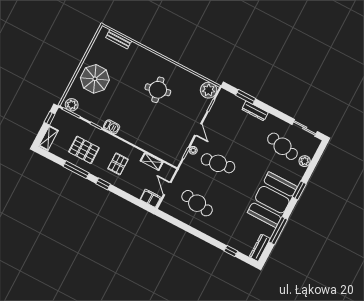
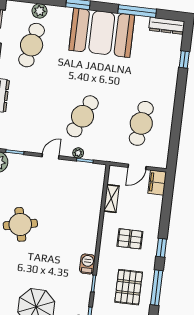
cafe table: (218, 163) -> (83, 116), turned 33

